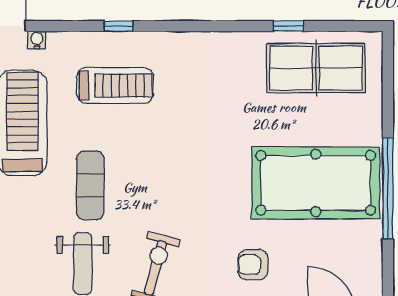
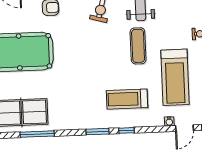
window: (174, 26) -> (97, 132), added
window: (288, 26) -> (37, 134), width x2.17

